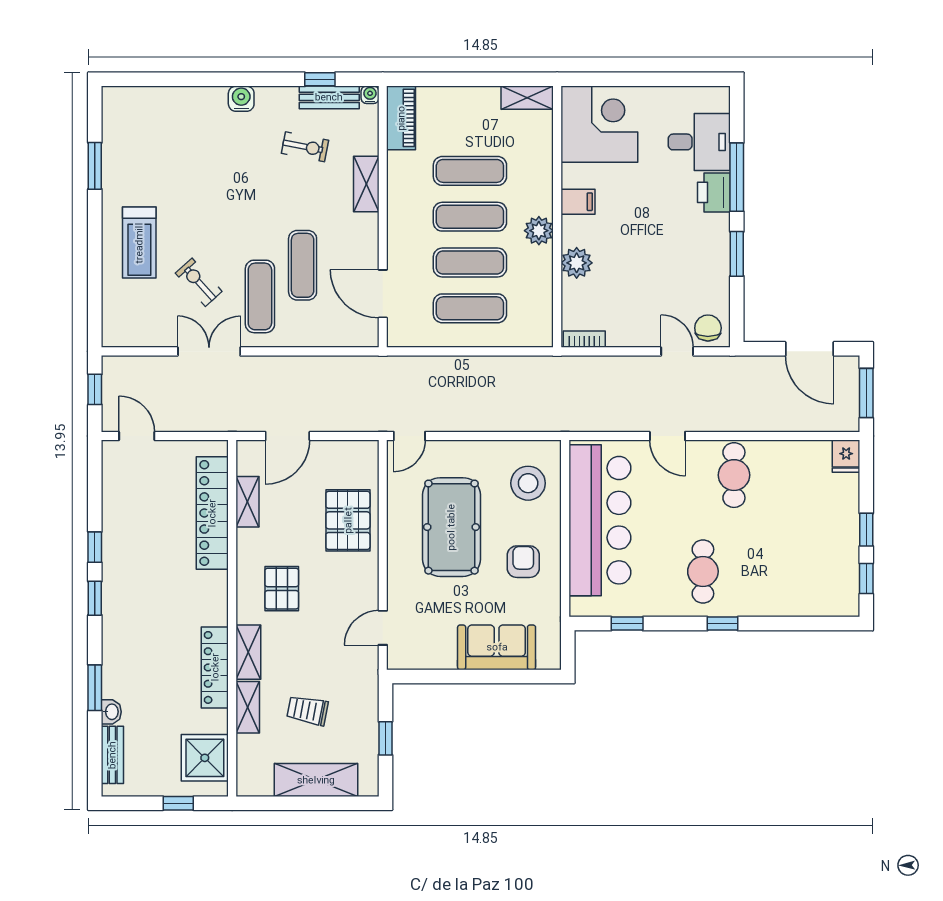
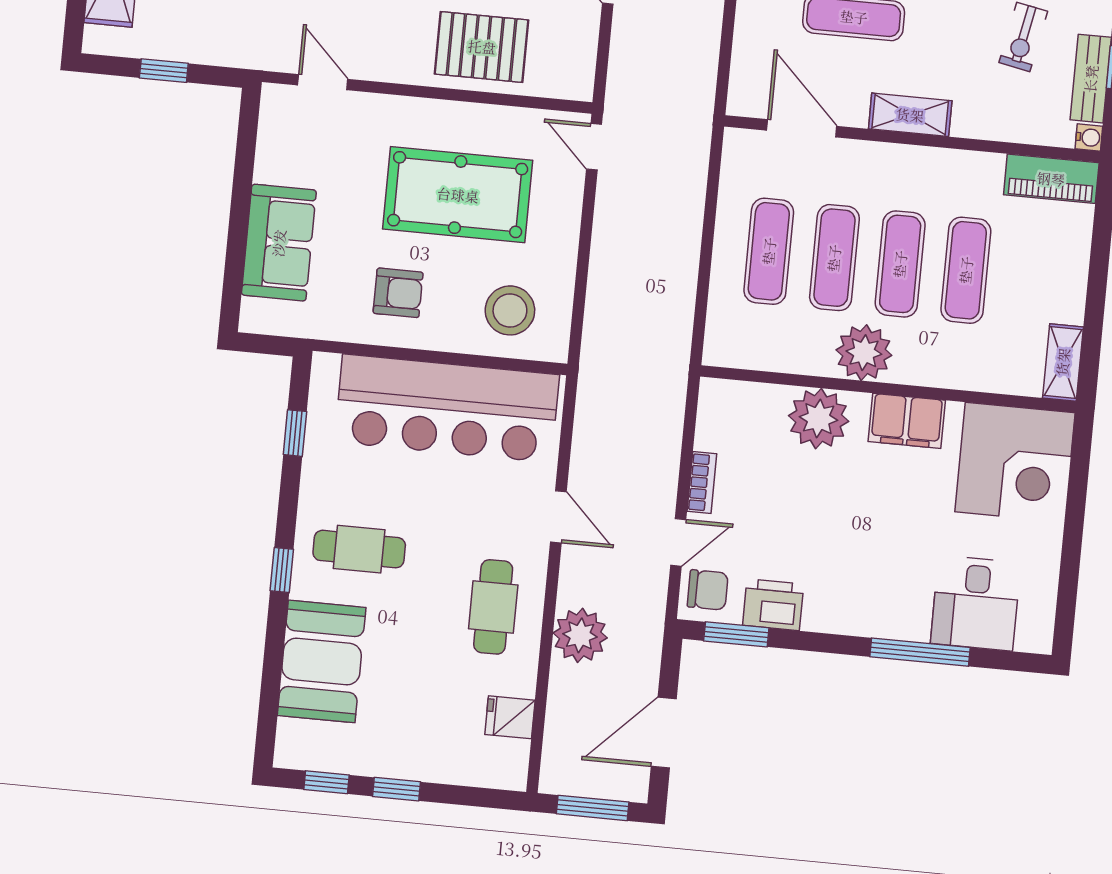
shelving: (366, 184) -> (910, 115), moved
printer: (714, 192) -> (773, 605), moved
filing cabinet: (578, 202) -> (907, 421), width x2.00
plant: (539, 231) -> (864, 353), width x1.36, depth x1.36
window: (737, 254) -> (736, 634), moved
plant: (577, 263) -> (819, 419), width x1.36, depth x1.36
door: (383, 294) -> (802, 128), hinge flipped
bookcase: (584, 339) -> (702, 482), moved
plant: (748, 413) -> (580, 635), added
door: (667, 436) -> (558, 517), swing flipped
fridge: (846, 456) -> (510, 717), moved
cafe table: (734, 475) -> (493, 607), turned 90
booth: (783, 590) -> (322, 661), added

